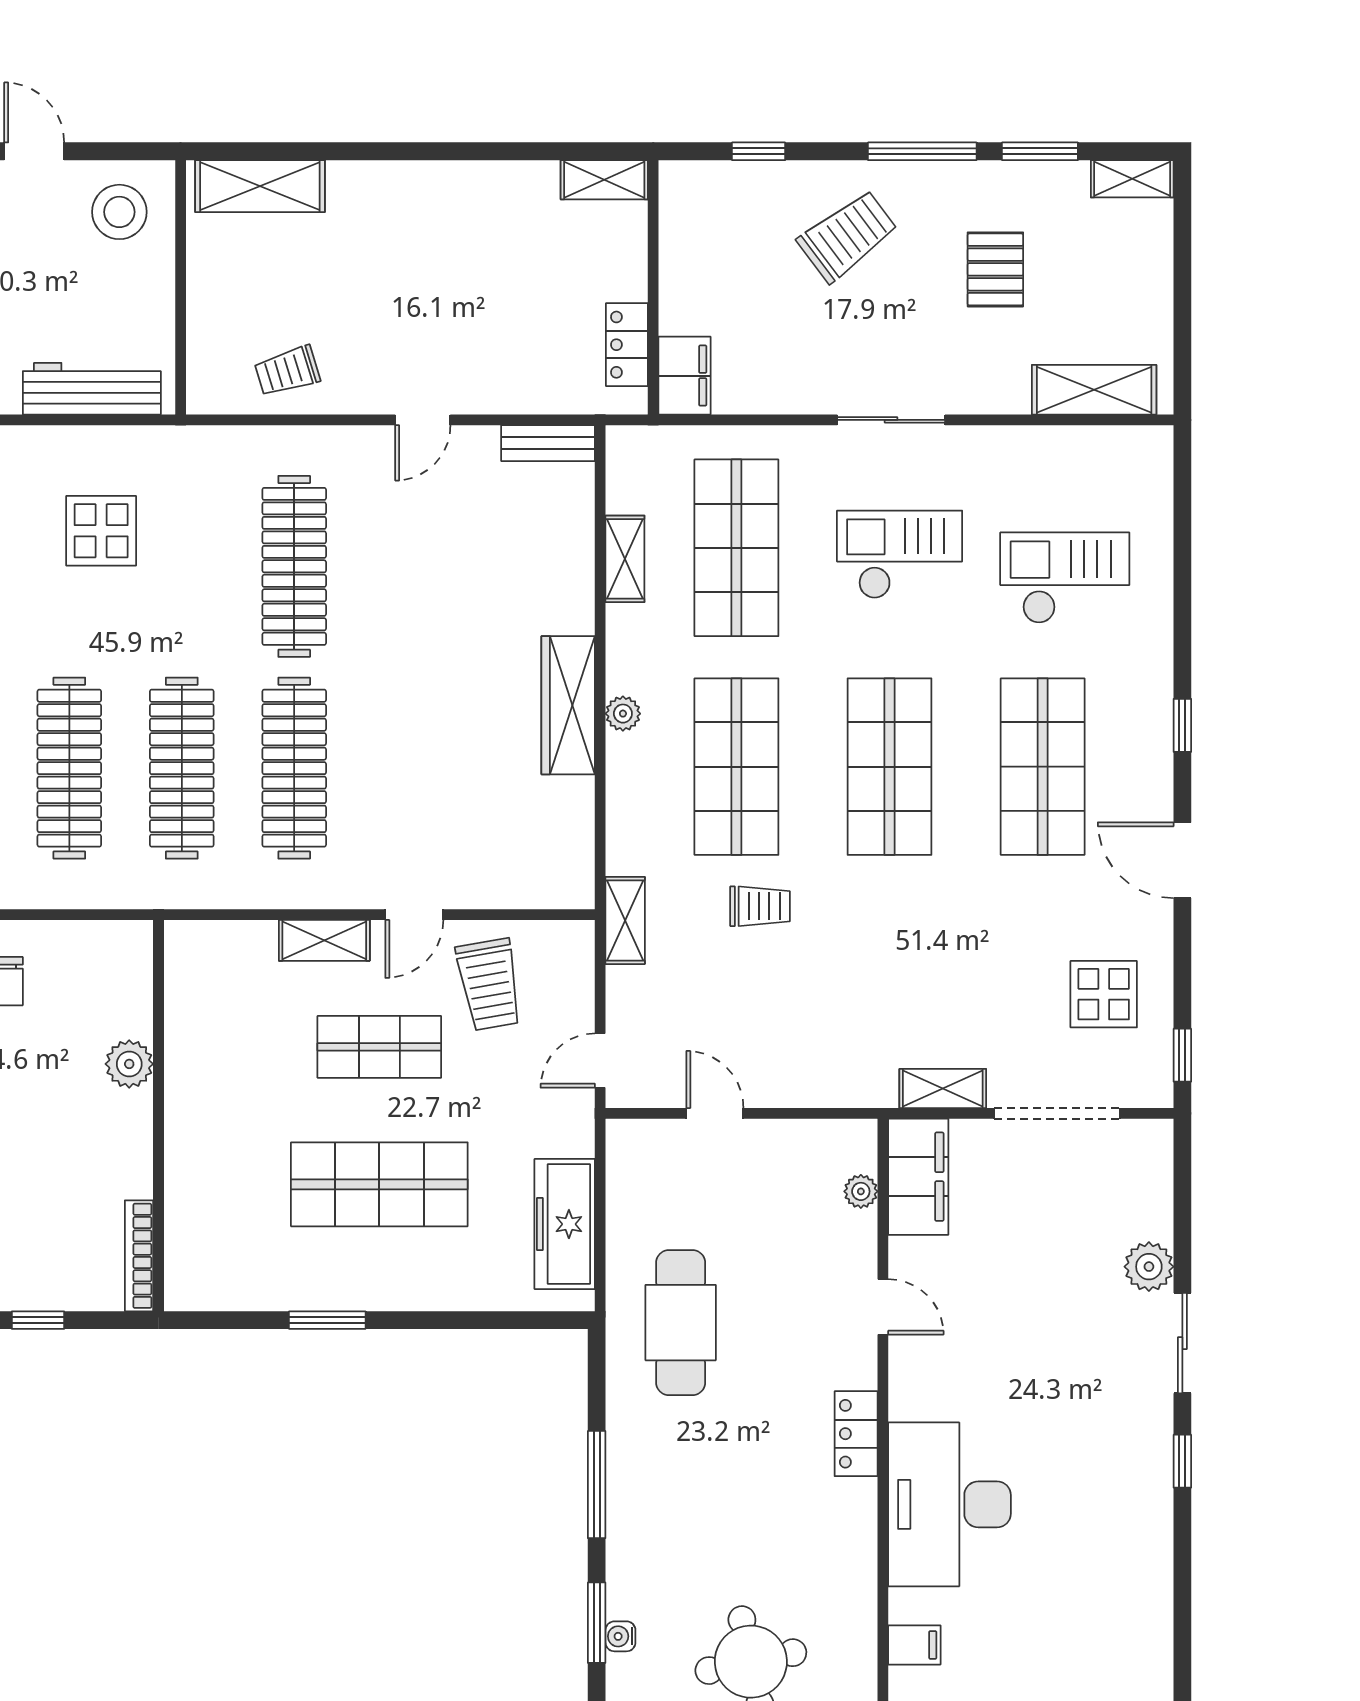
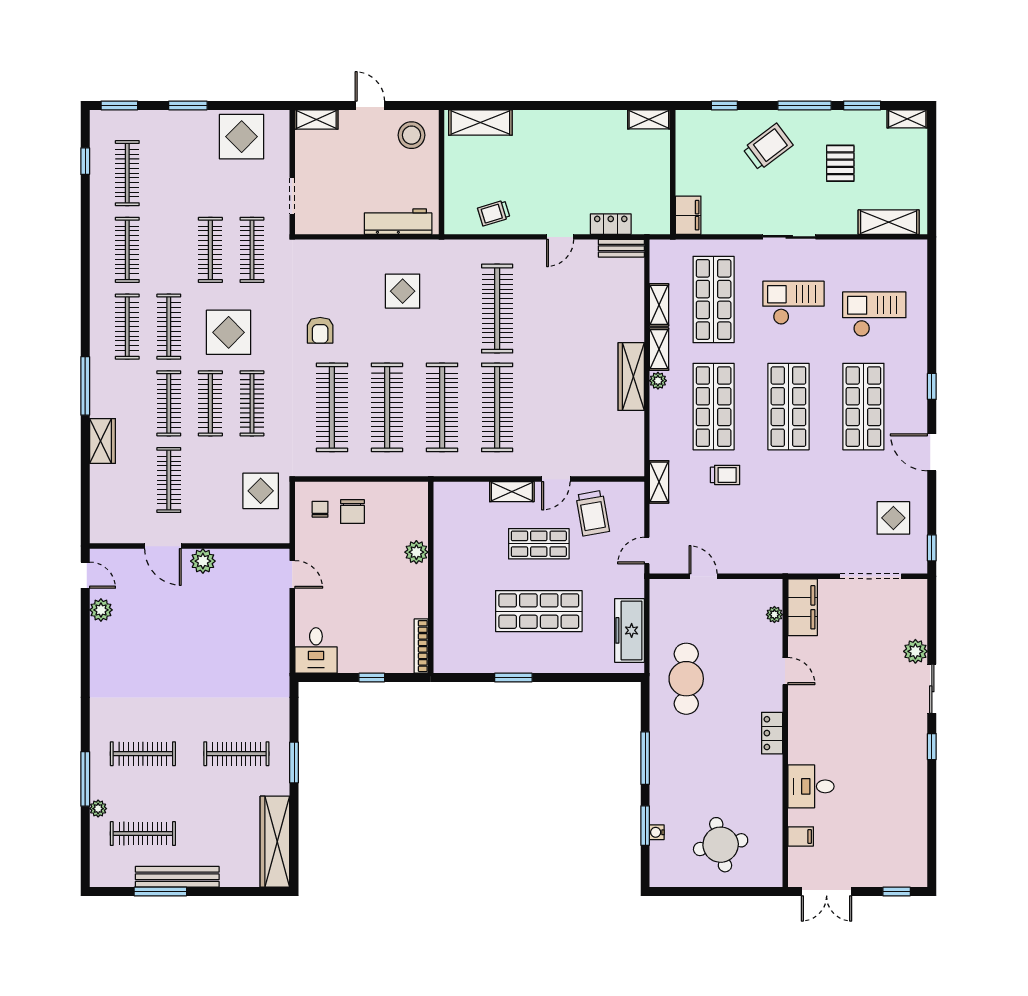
locker: (627, 345) -> (611, 224), moved, turned 90
shelving: (943, 1089) -> (659, 349), moved, turned 90
desk: (950, 1504) -> (811, 786), width x0.53, depth x0.77

